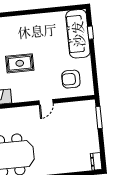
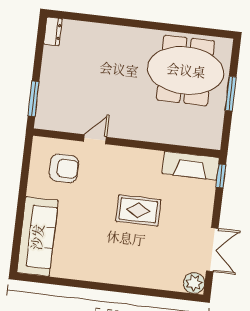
window: (90, 33) -> (18, 234), removed
door: (46, 102) -> (95, 139), moved

